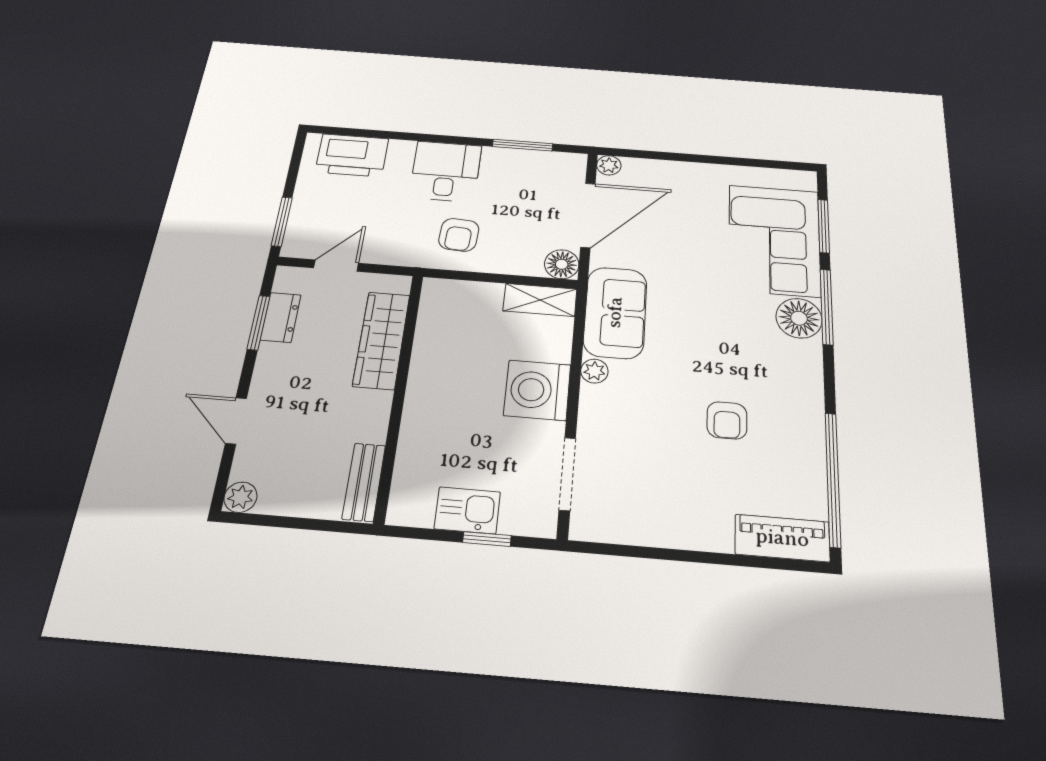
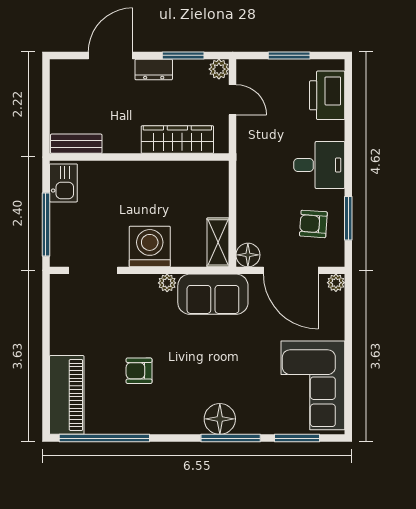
window: (282, 222) -> (289, 55), moved
armchair: (459, 235) -> (313, 224), moved
corner sofa: (774, 240) -> (313, 385), moved, turned -90
dresser: (281, 317) -> (154, 69), moved
door: (236, 421) -> (111, 55), width x1.38
plant: (241, 497) -> (219, 69), moved
kitchen sink: (467, 510) -> (63, 183), moved
piano: (782, 538) -> (67, 395), width x1.37, depth x1.33
window: (487, 539) -> (46, 224), width x2.17

